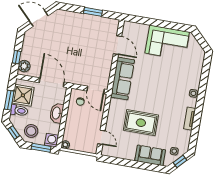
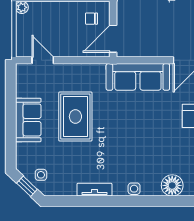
floor lamp: (196, 69) -> (172, 185), added
door: (101, 137) -> (43, 60), swing flipped
sofa: (150, 155) -> (28, 120), moved

